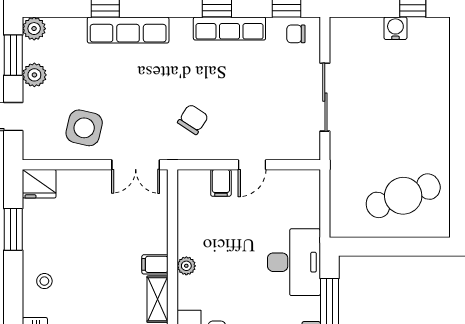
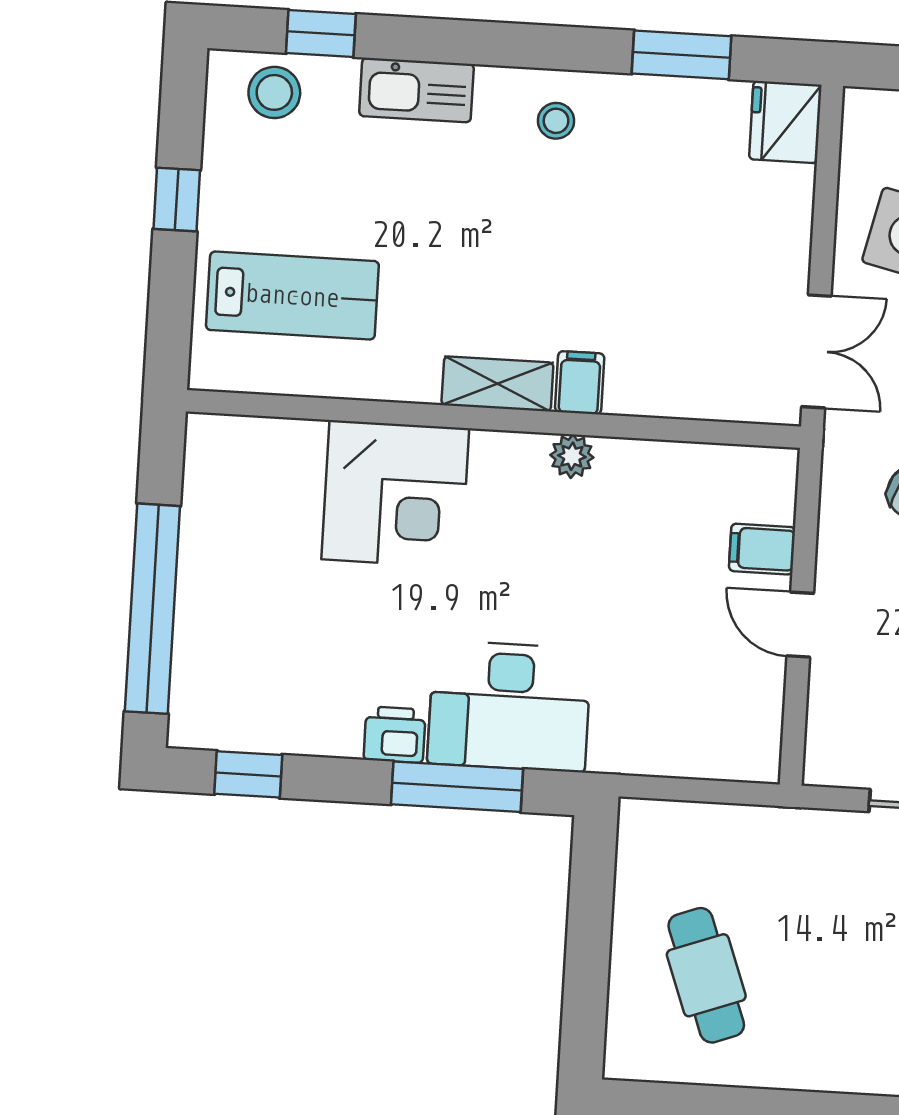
double door: (136, 165) -> (816, 351), swing flipped
cafe table: (403, 196) -> (706, 975), width x0.73, depth x0.74
desk: (294, 262) -> (509, 706), moved

